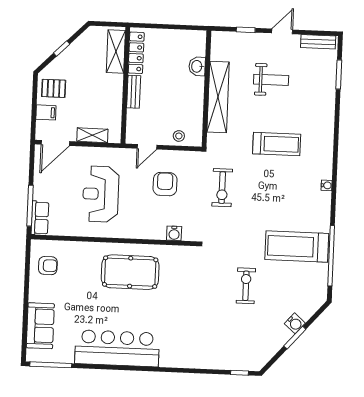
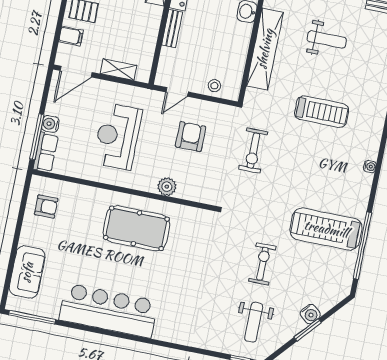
plant: (151, 231) -> (167, 187), added
water cooler: (174, 233) -> (50, 124), moved, turned 90
weight bench: (246, 338) -> (254, 322), added

